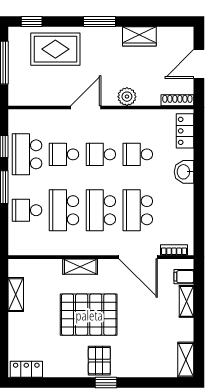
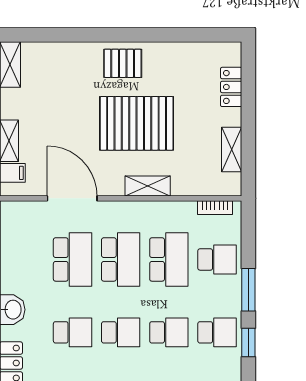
school desk: (27, 154) -> (217, 332), width x0.54
bookcase: (174, 250) -> (215, 208), moved
pallet: (99, 361) -> (123, 63), turned 90
locker: (26, 369) -> (231, 87), moved, turned 90
window: (106, 383) -> (114, 35), removed

